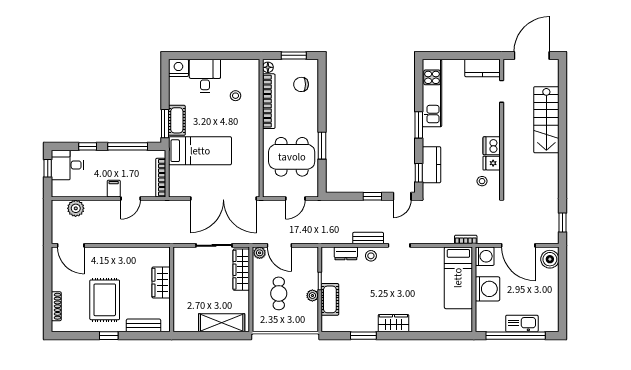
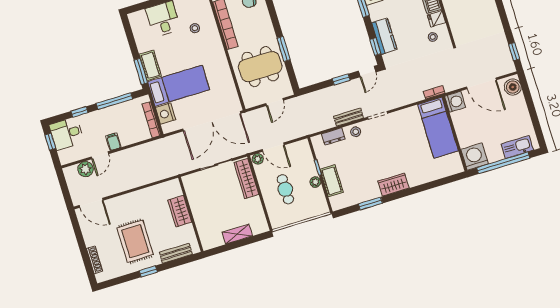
nightstand: (178, 68) -> (166, 114), moved, turned -90
door: (131, 198) -> (100, 155), moved
washing machine: (487, 289) -> (474, 157), moved, turned -90
shelving: (222, 323) -> (237, 234), width x0.67, depth x0.75
kitchen sink: (522, 324) -> (517, 147), moved

